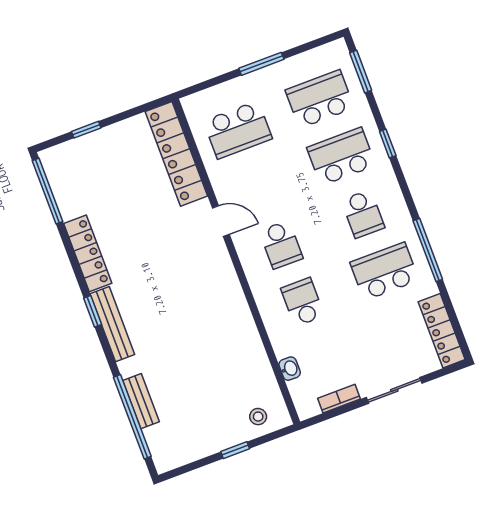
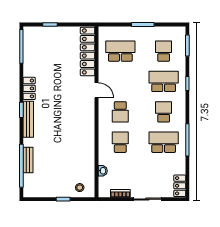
school desk: (320, 99) -> (164, 51), width x0.54
school desk: (238, 130) -> (120, 51), turned 180
school desk: (363, 214) -> (164, 112), turned 180
locker: (88, 253) -> (29, 88), width x0.66
locker: (442, 331) -> (180, 186), width x0.66

